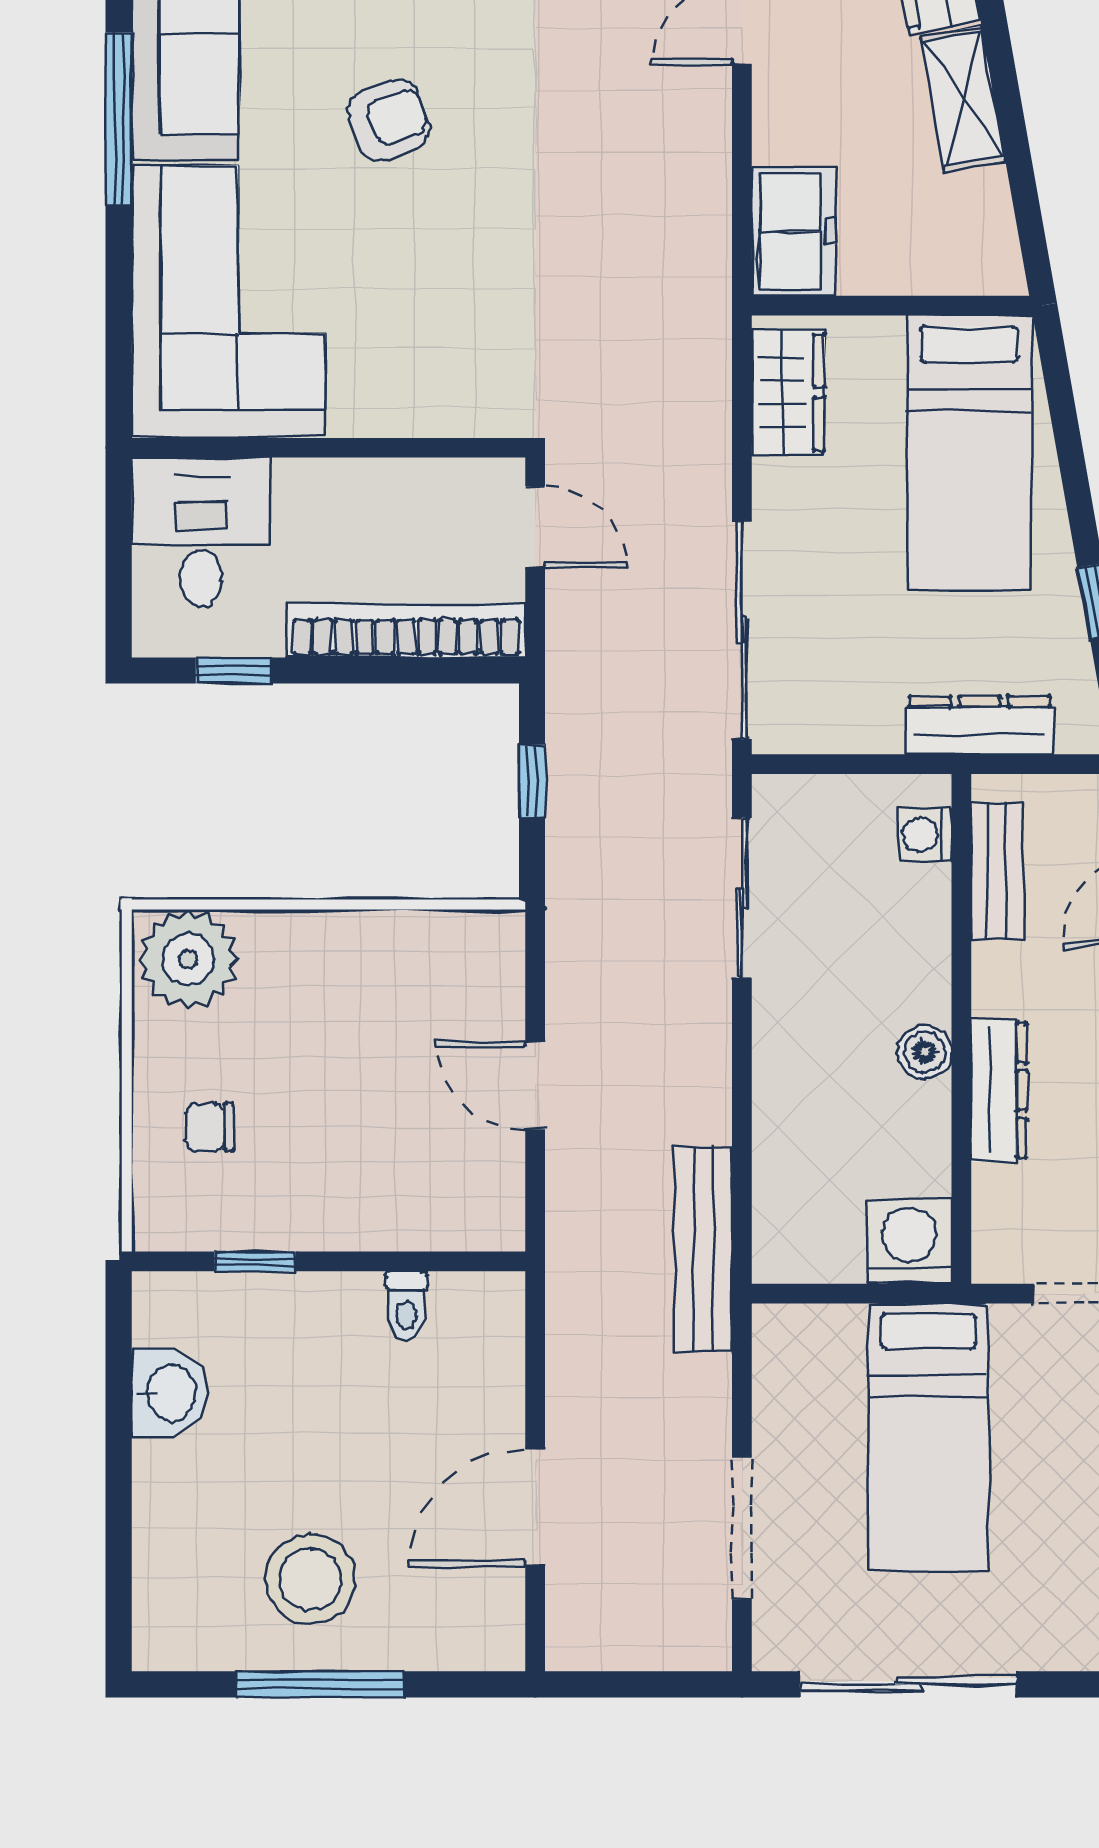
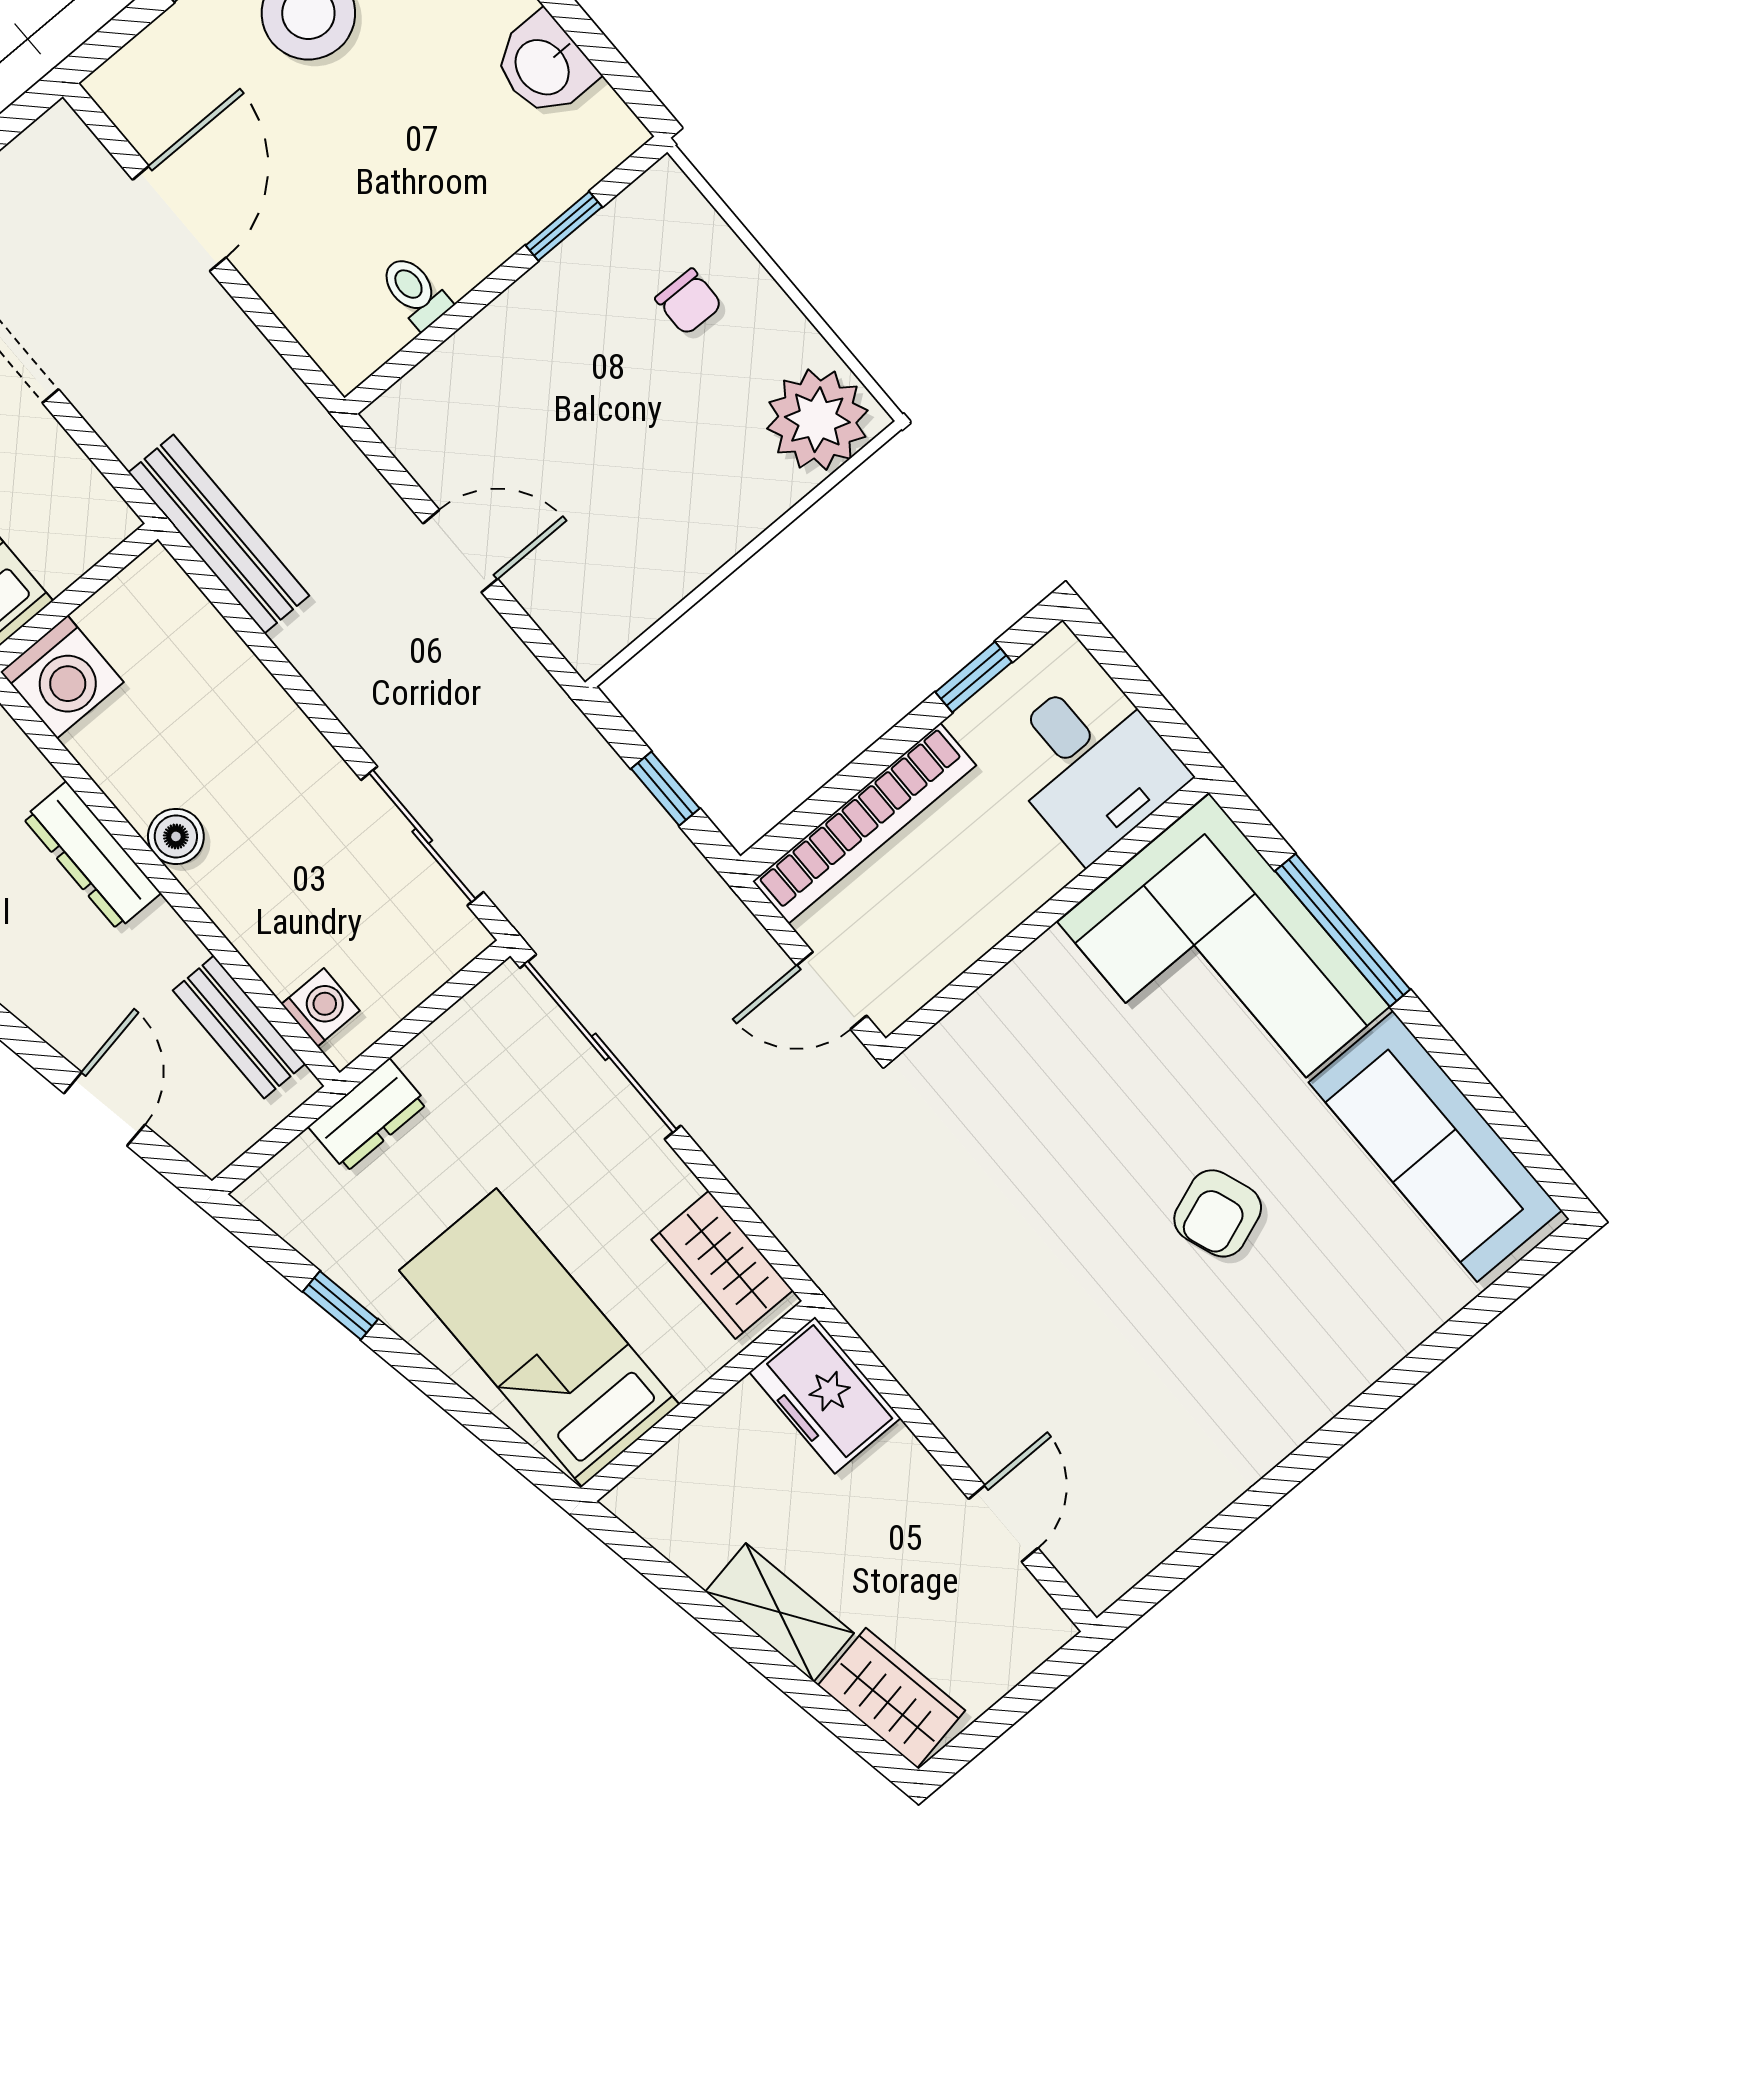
window: (119, 119) -> (1343, 930), moved
dresser: (980, 725) -> (368, 1115), width x0.70
chair: (210, 1127) -> (689, 302), turned 91

